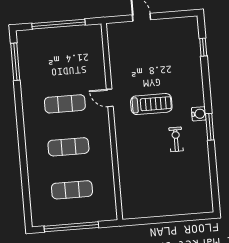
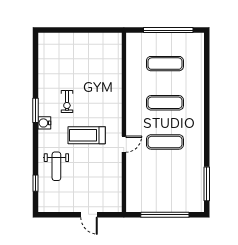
weight bench: (182, 67) -> (56, 166), added
door: (110, 98) -> (124, 144), hinge flipped

